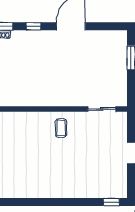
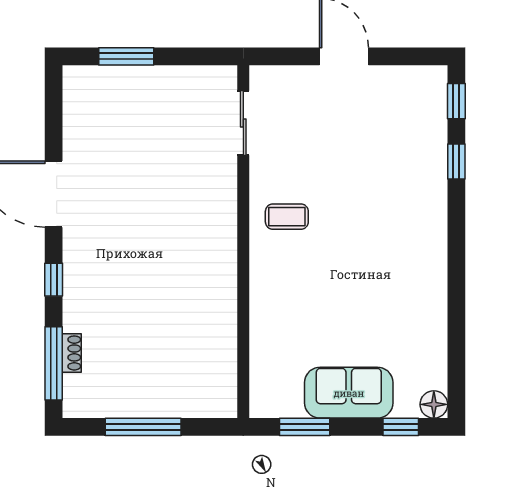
window: (85, 202) -> (456, 162), added

